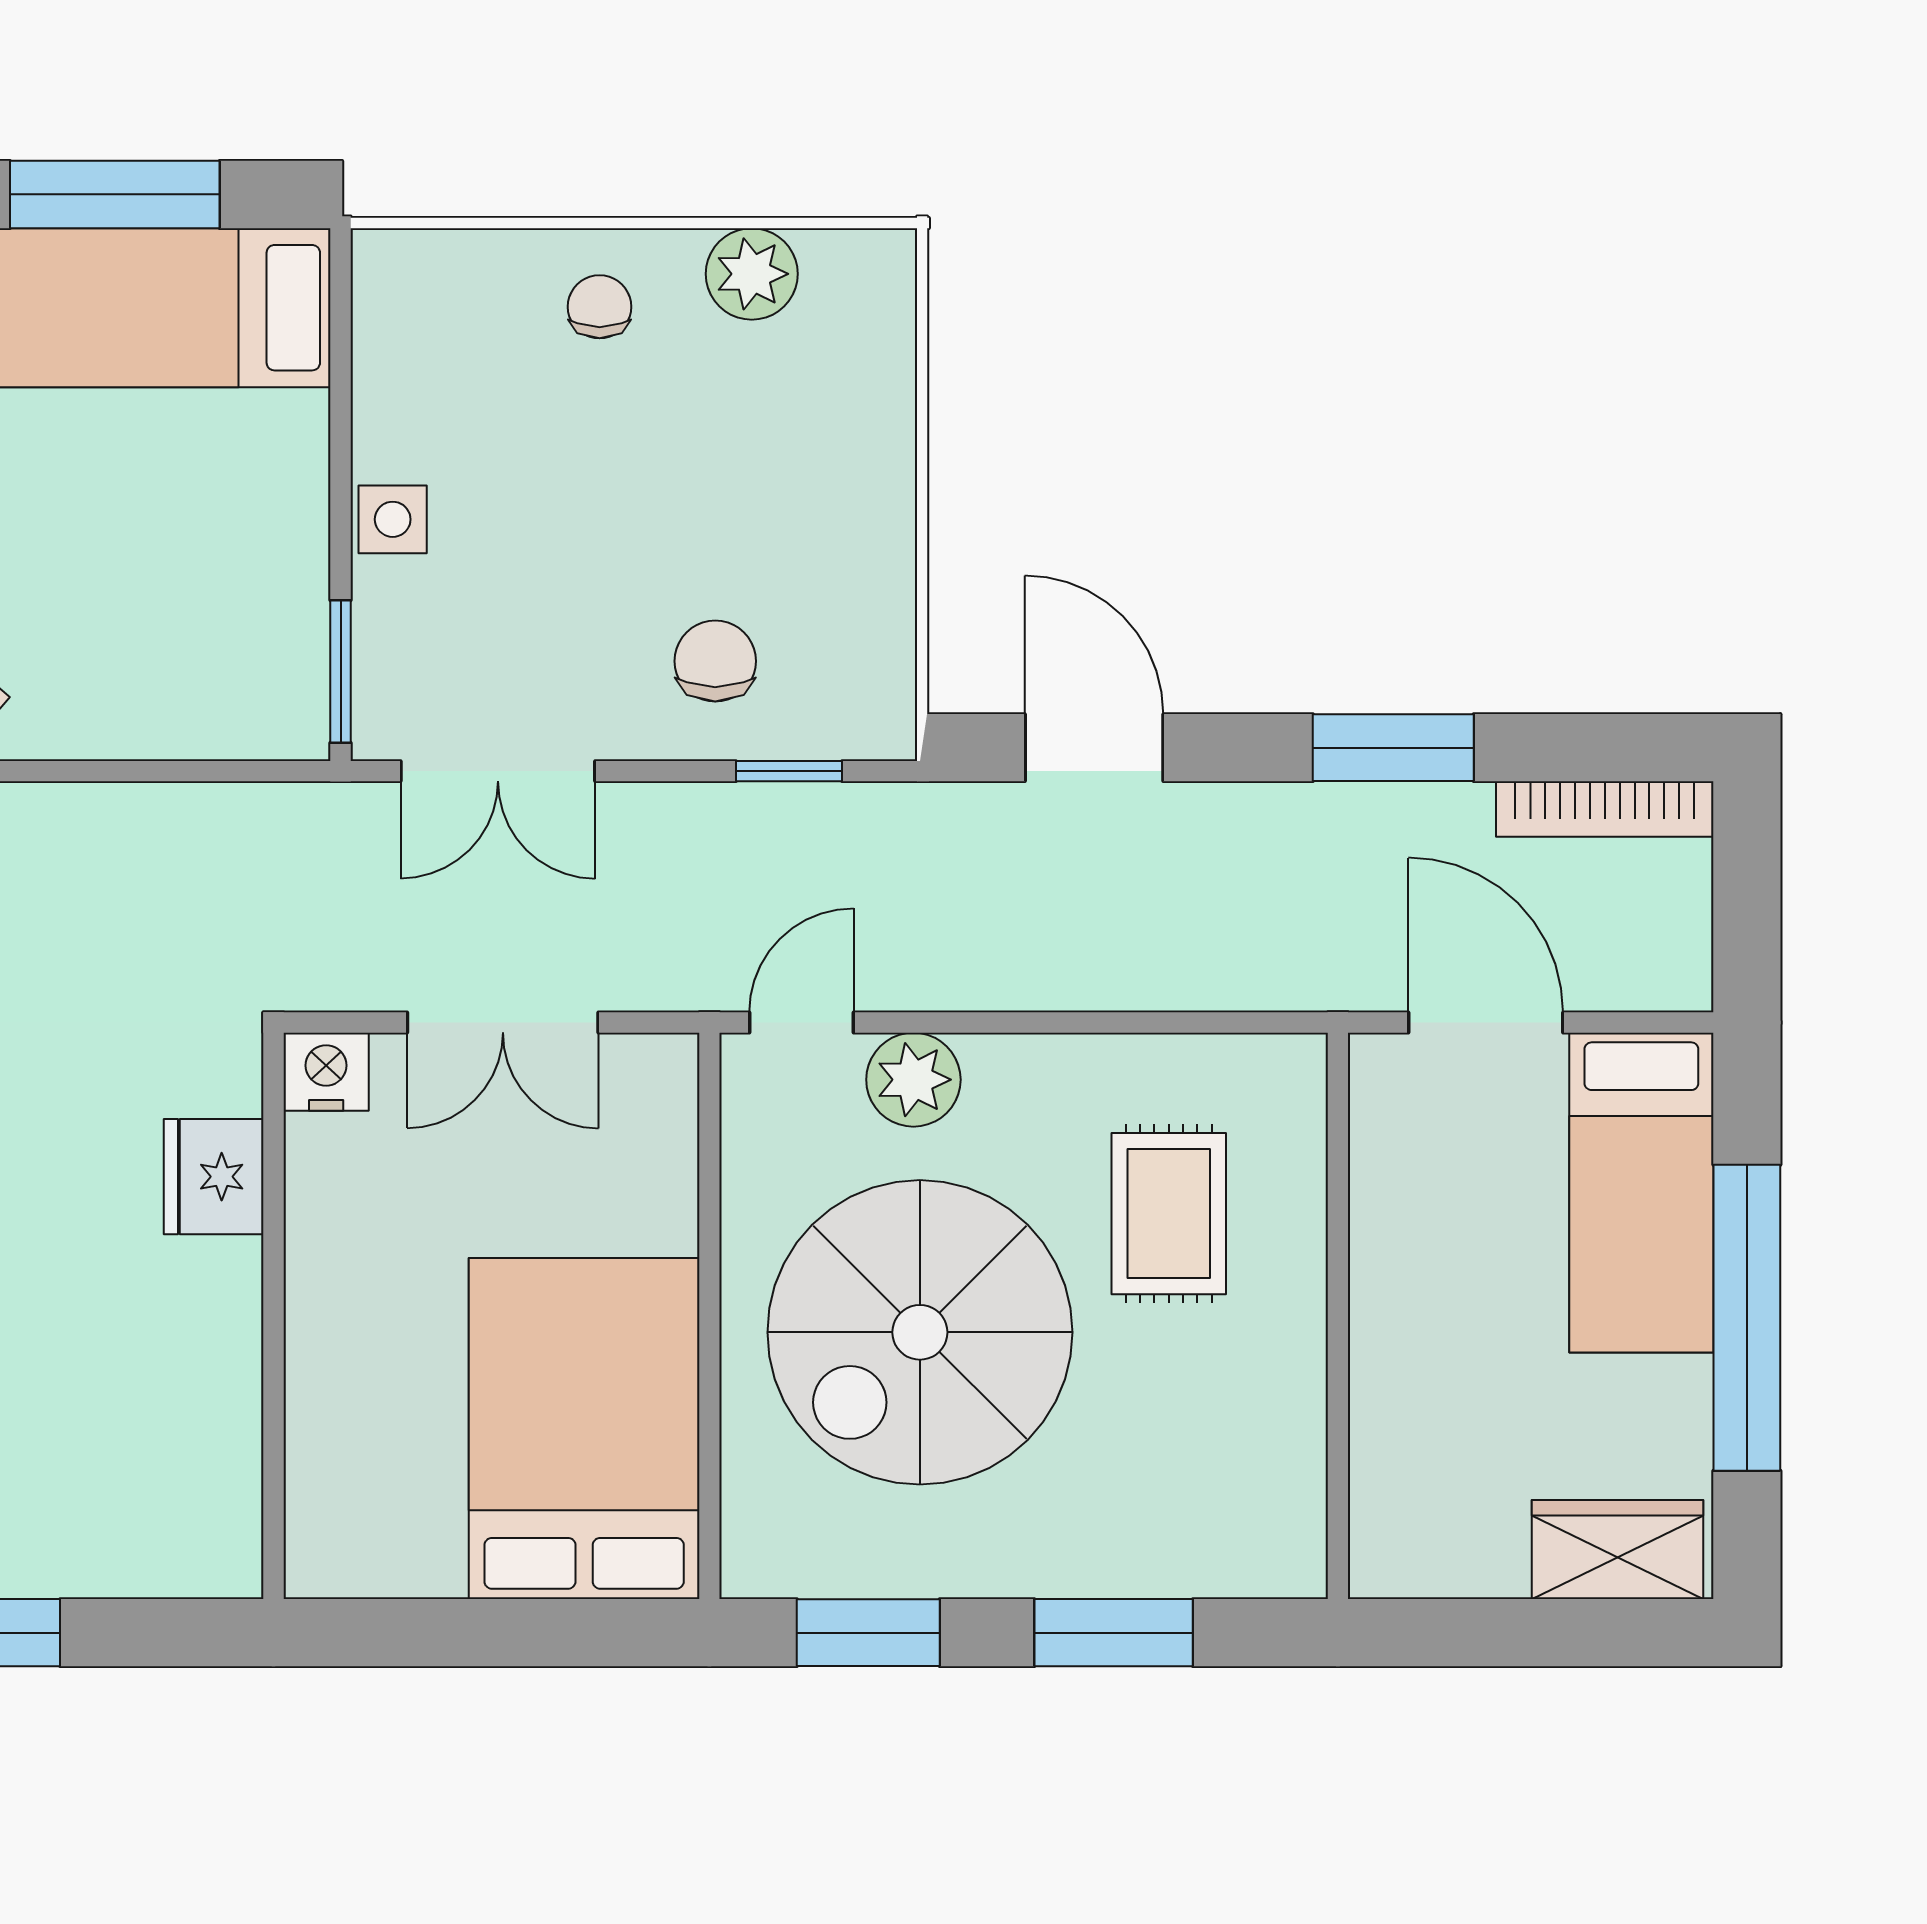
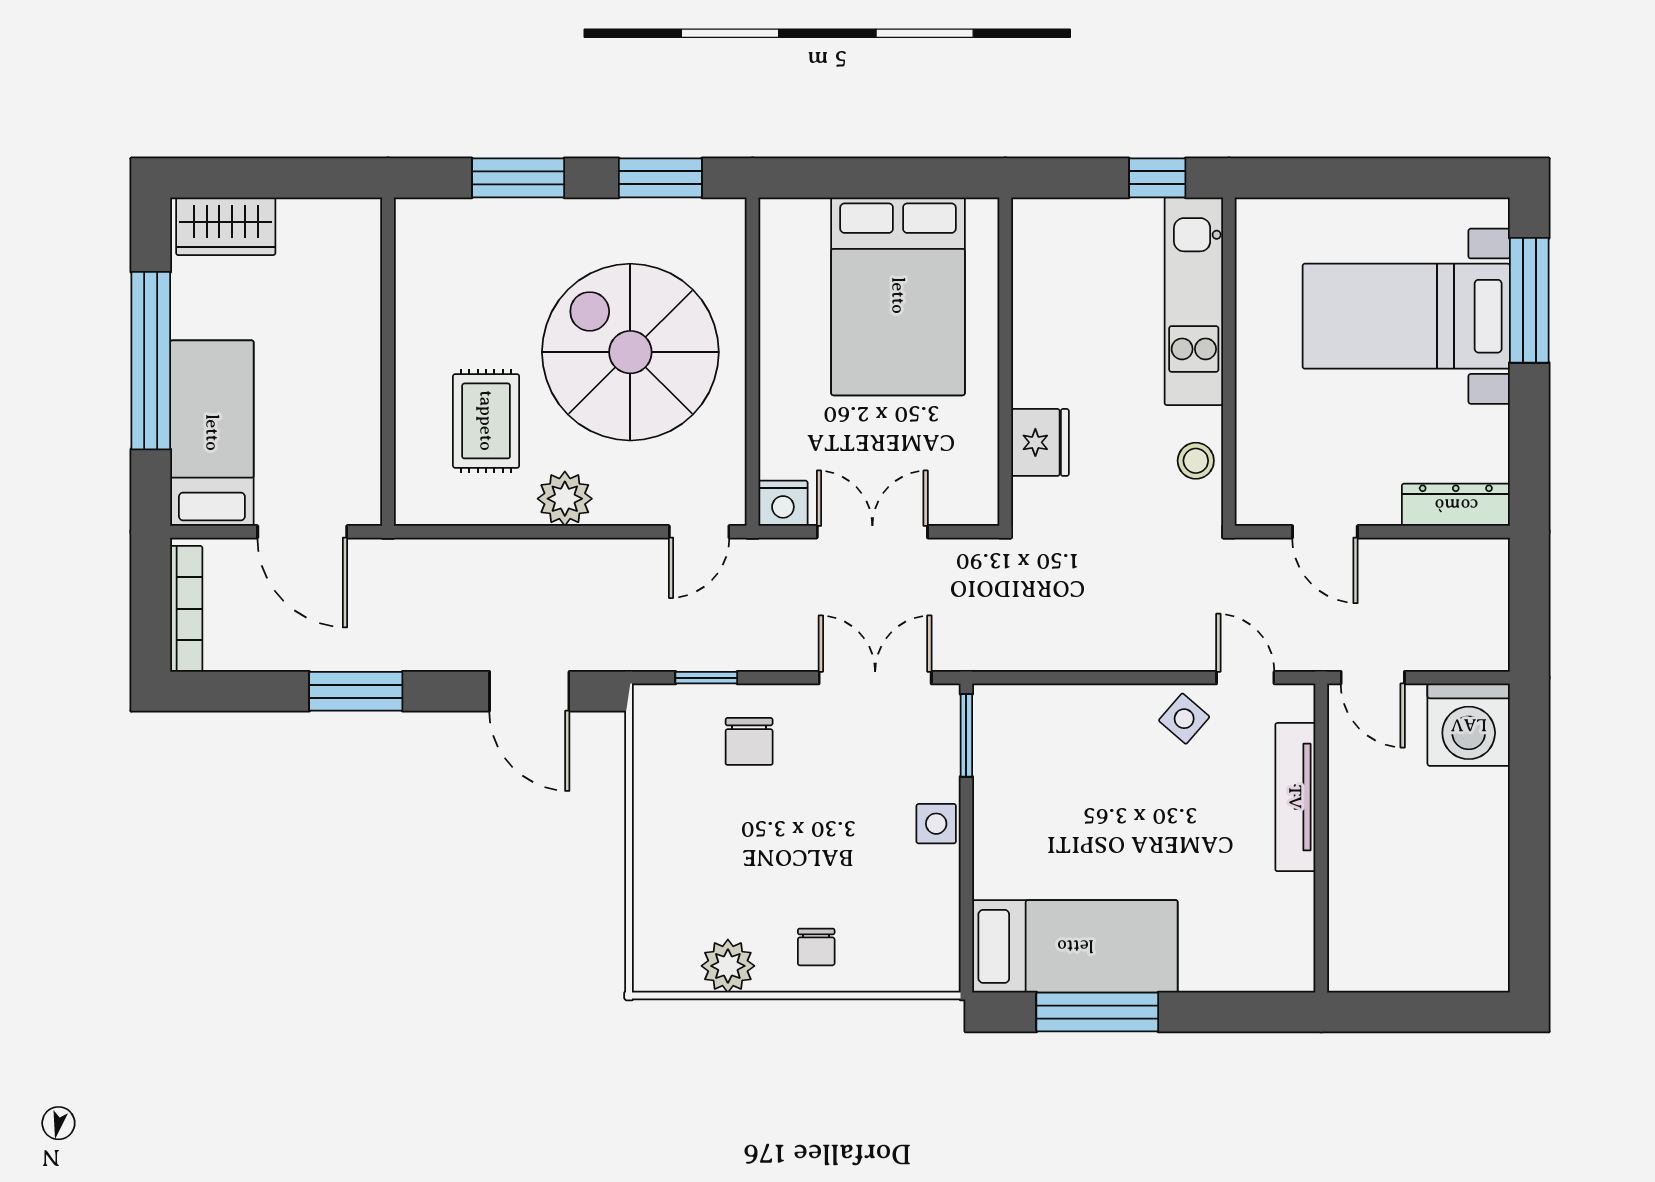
bookcase: (1605, 809) -> (186, 609), moved, turned 90
nightstand: (326, 1072) -> (783, 503), moved
plant: (913, 1080) -> (565, 499), moved
spiral stairs: (920, 1332) -> (630, 352), turned -90
bed: (584, 1429) -> (898, 296), moved

